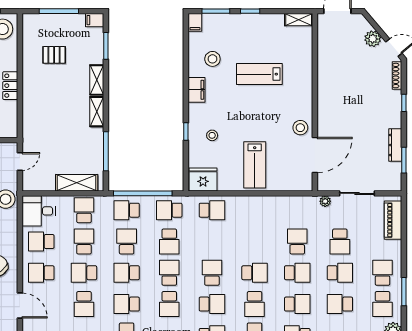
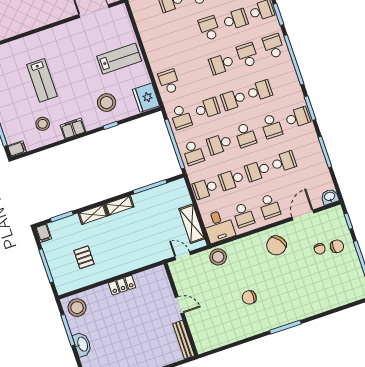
stool: (300, 128) -> (75, 31), removed
stool: (212, 135) -> (107, 103), width x1.89, depth x1.89
shelving: (77, 183) -> (192, 224), moved
school desk: (84, 273) -> (257, 171), turned 90

